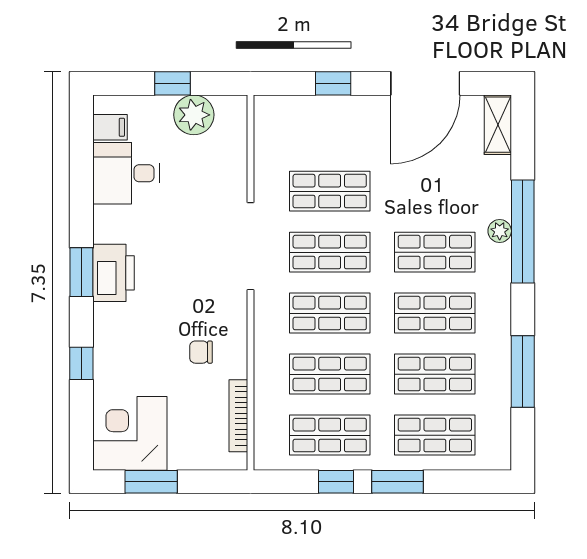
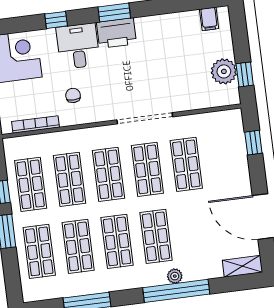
window: (172, 83) -> (245, 74), moved
window: (333, 83) -> (253, 143), moved
desk: (126, 173) -> (78, 46), moved

